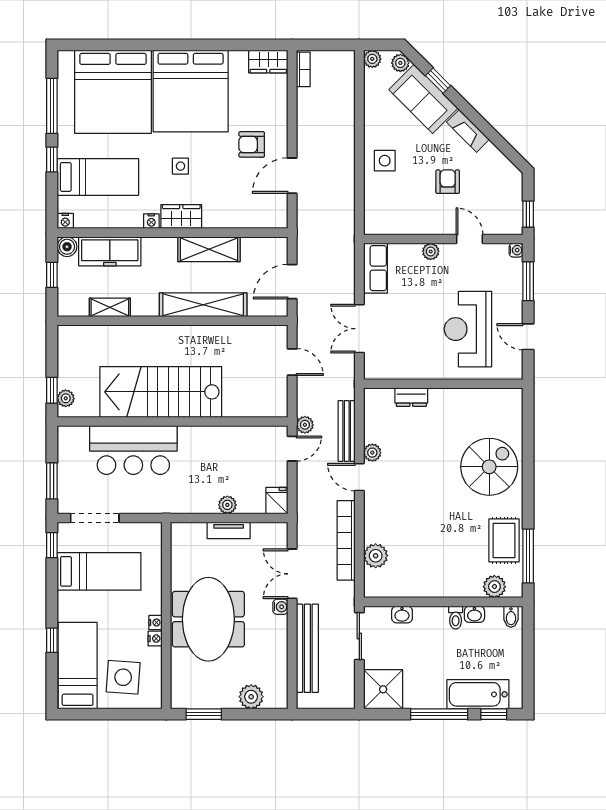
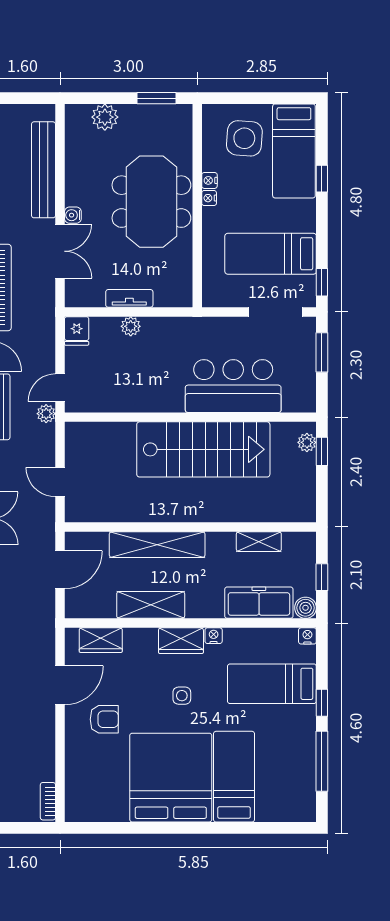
wardrobe: (268, 62) -> (101, 640), moved, turned 180
bed: (113, 92) -> (234, 777), width x0.49

